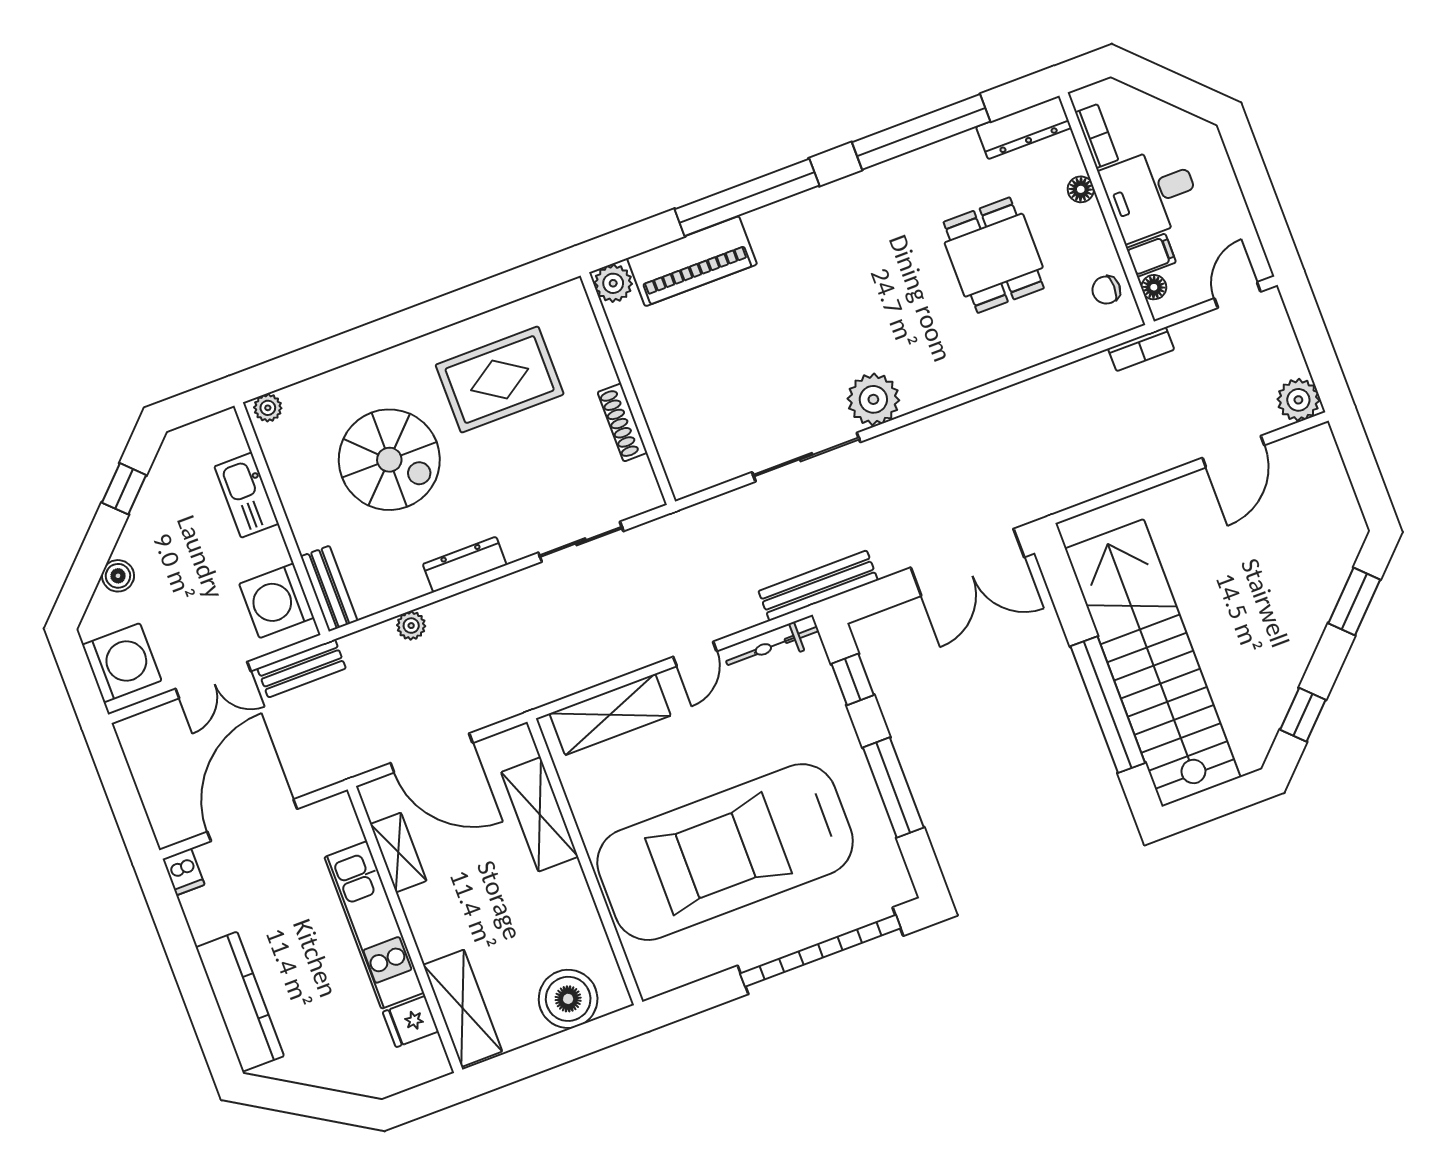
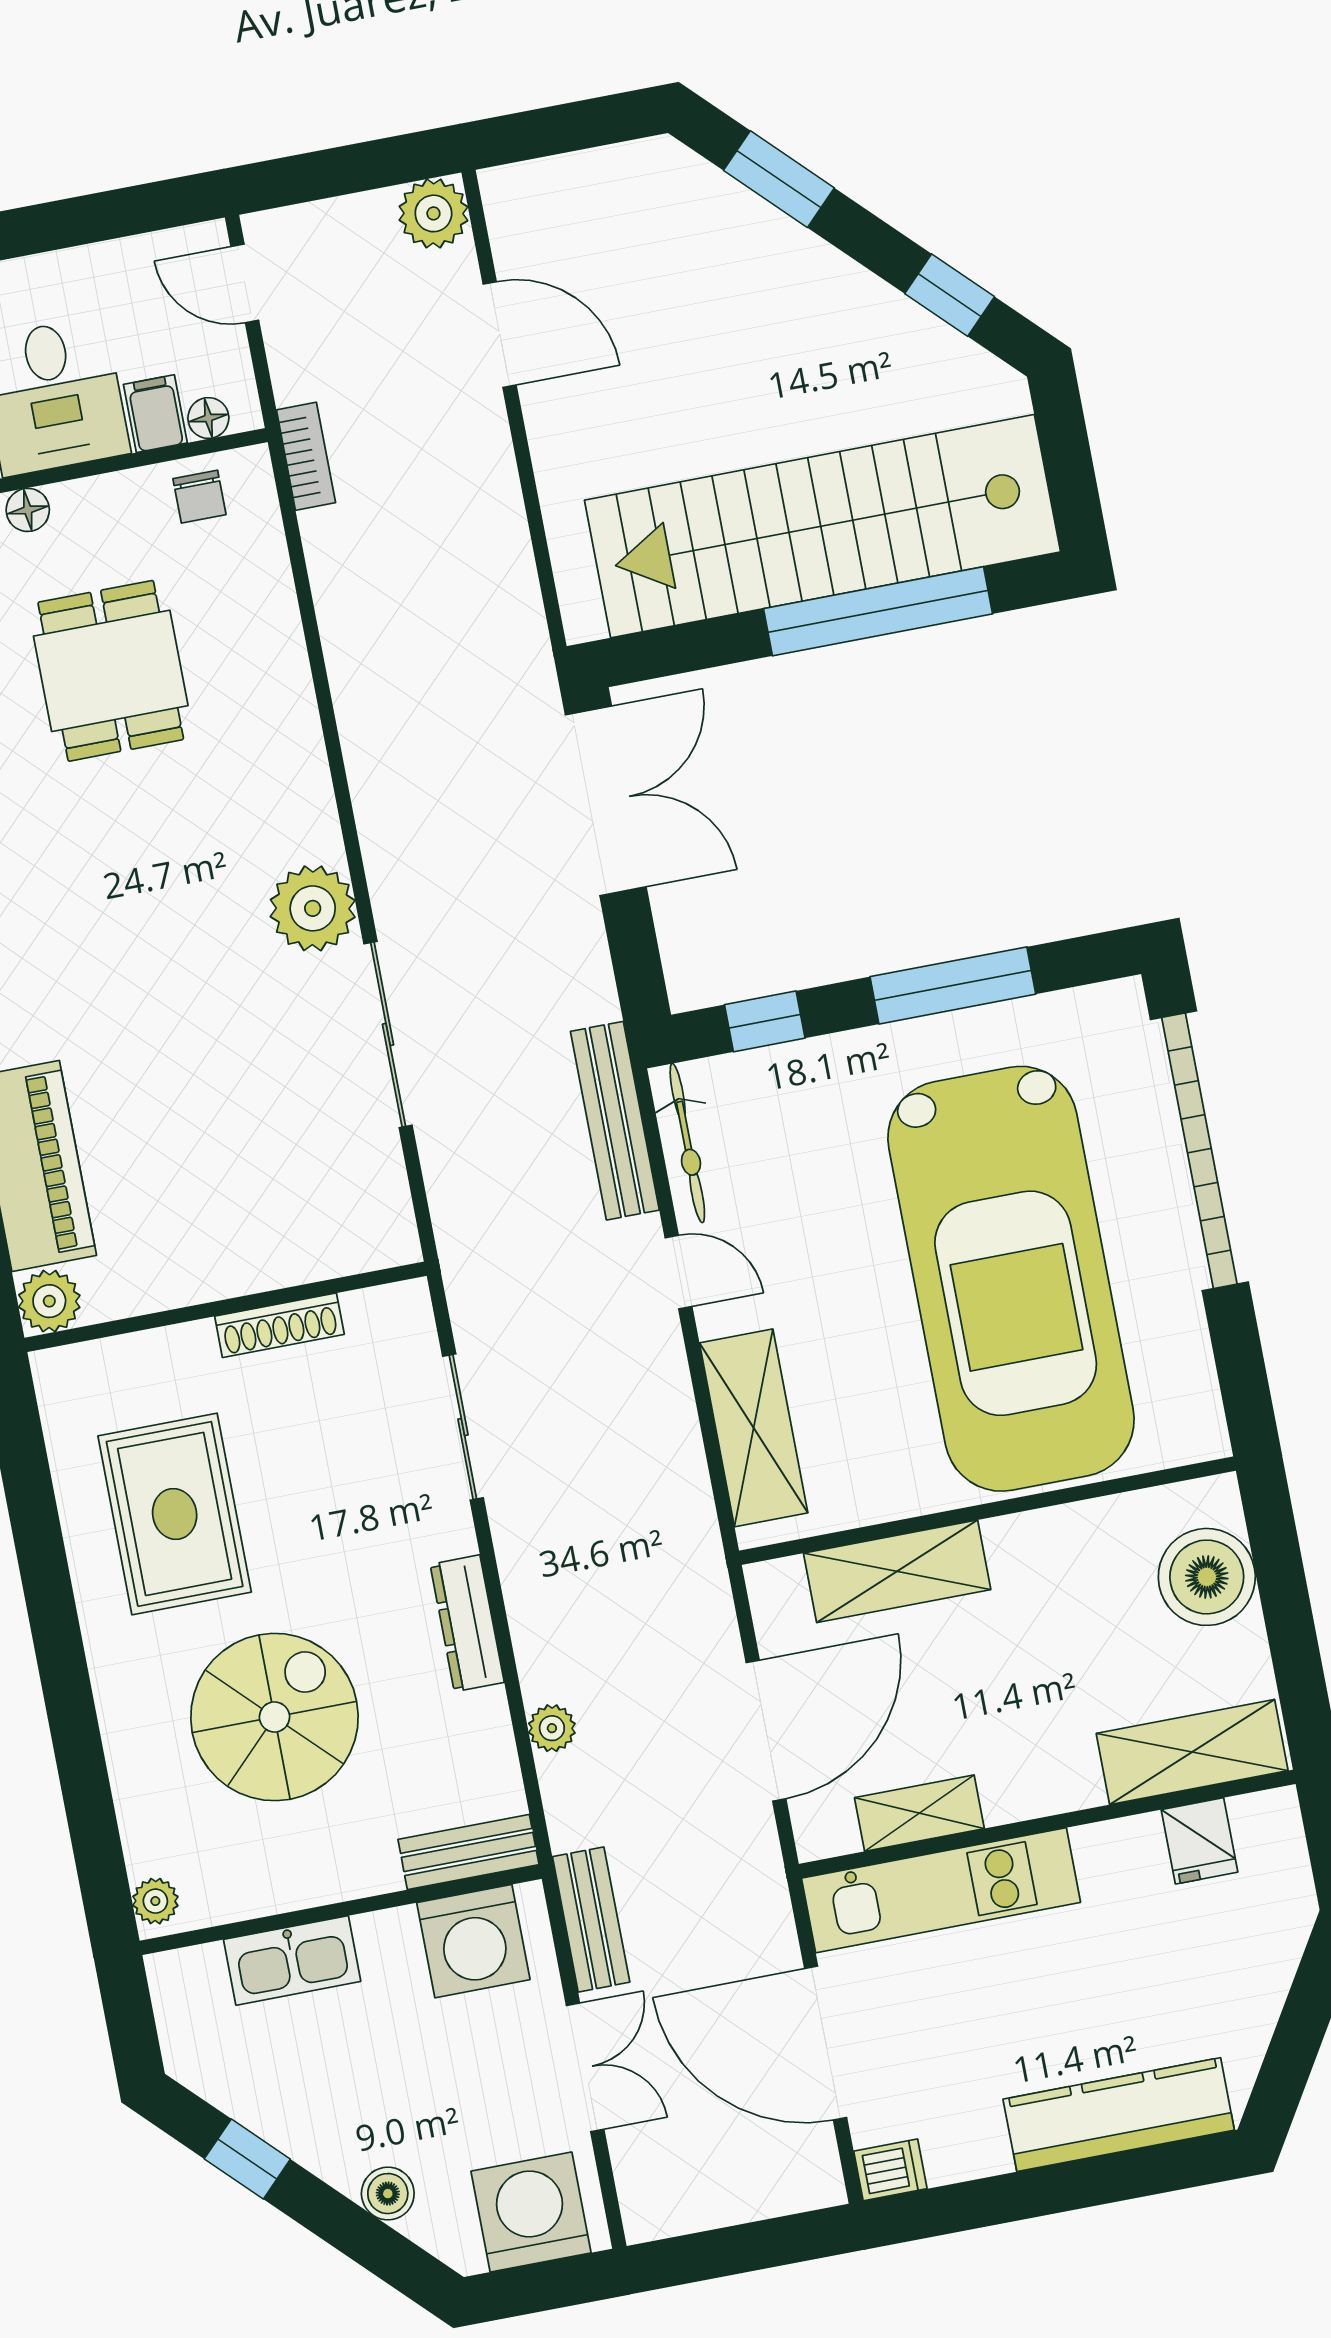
dining table: (994, 255) -> (111, 671), turned 90
bench: (818, 586) -> (615, 1121), moved
kitchen unit: (374, 925) -> (941, 1890), moved

